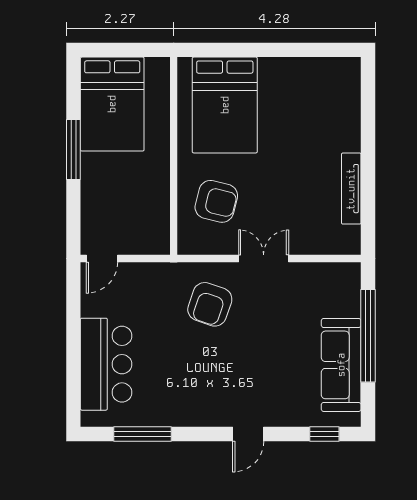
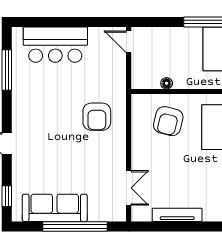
floor lamp: (162, 204) -> (167, 83), added
double door: (264, 258) -> (129, 188), moved
armchair: (210, 304) -> (97, 117), turned -109

